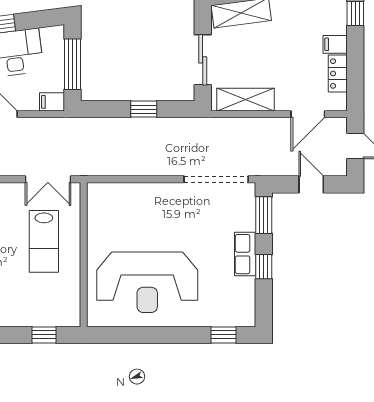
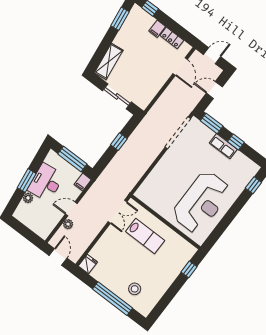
shelving: (246, 100) -> (151, 91), removed

